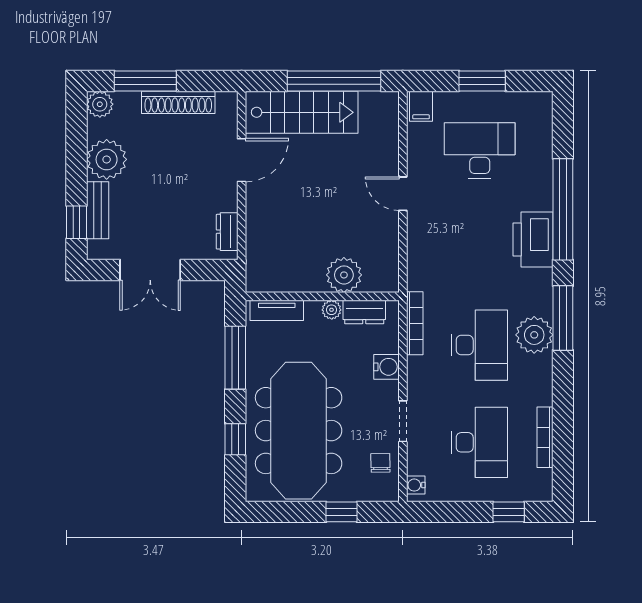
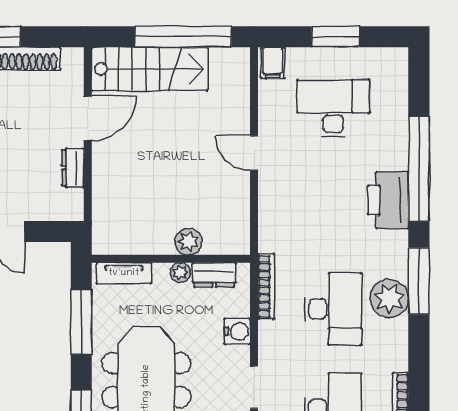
dresser: (227, 232) -> (73, 168), moved
plant: (344, 275) -> (188, 241), width x0.73, depth x0.73

